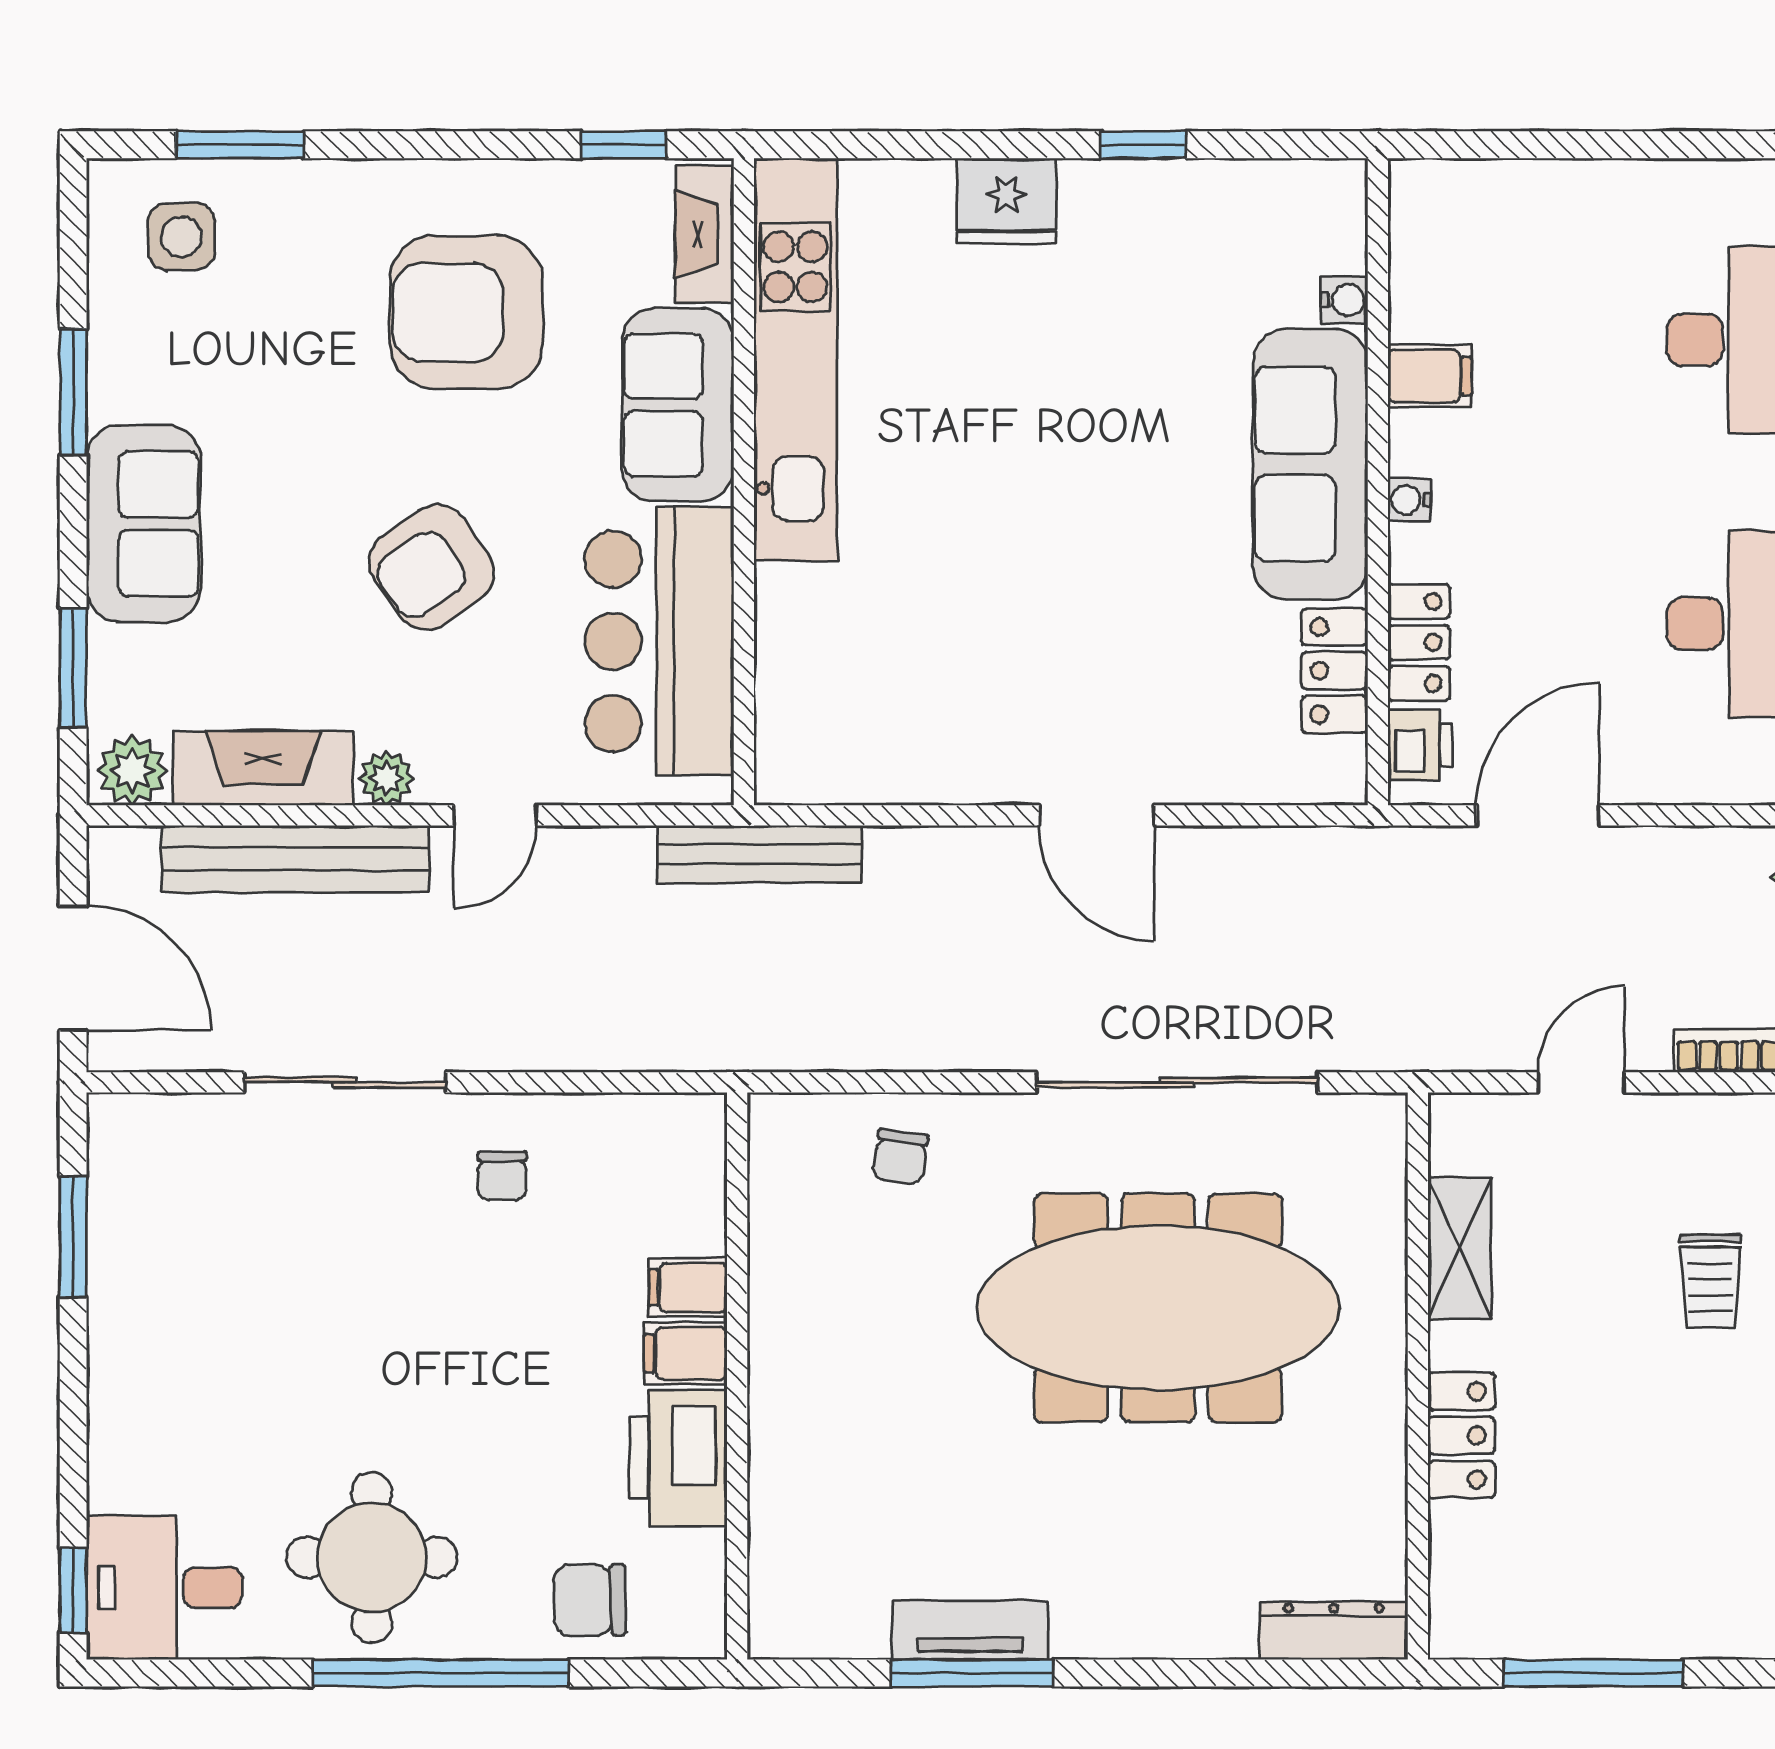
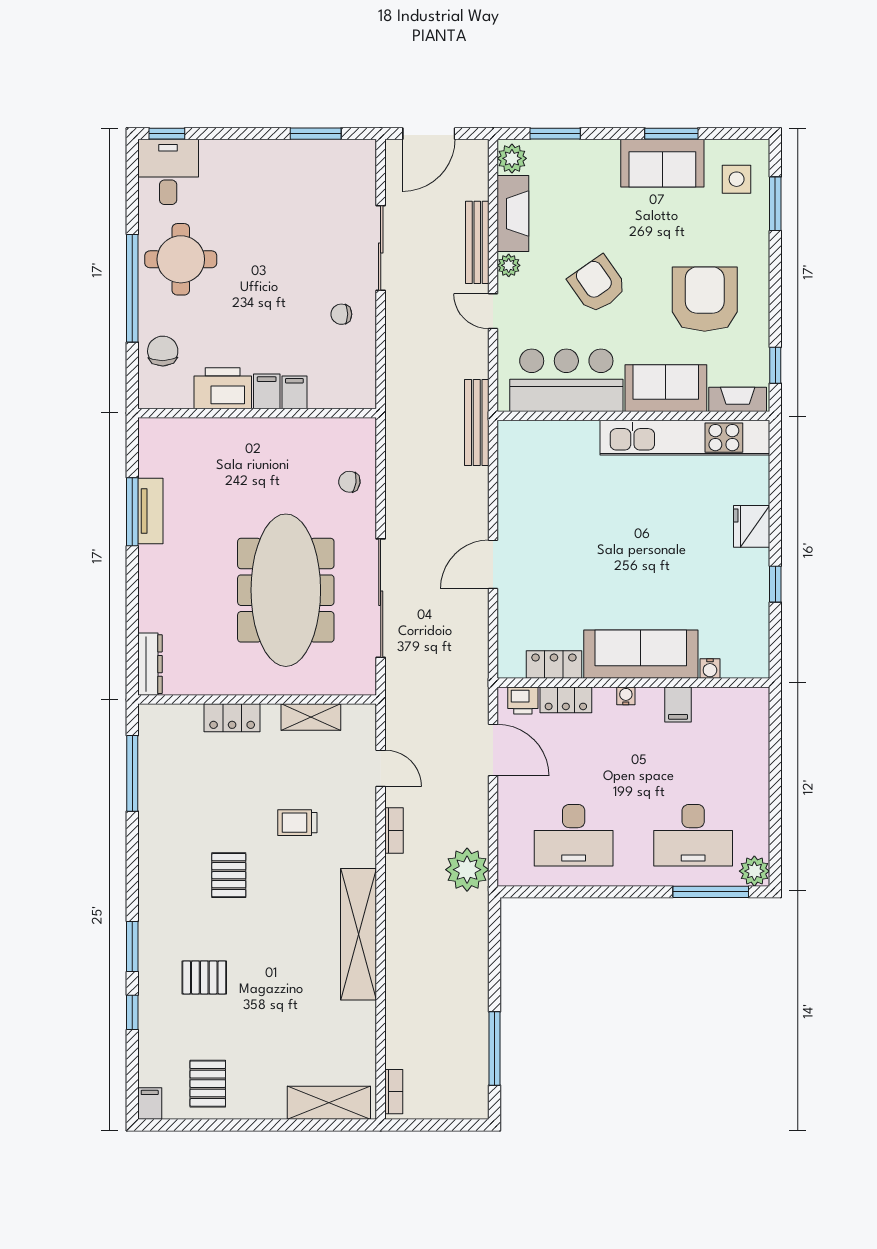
sofa: (144, 524) -> (662, 163), moved
bench: (295, 859) -> (477, 242), width x0.73, depth x0.82

